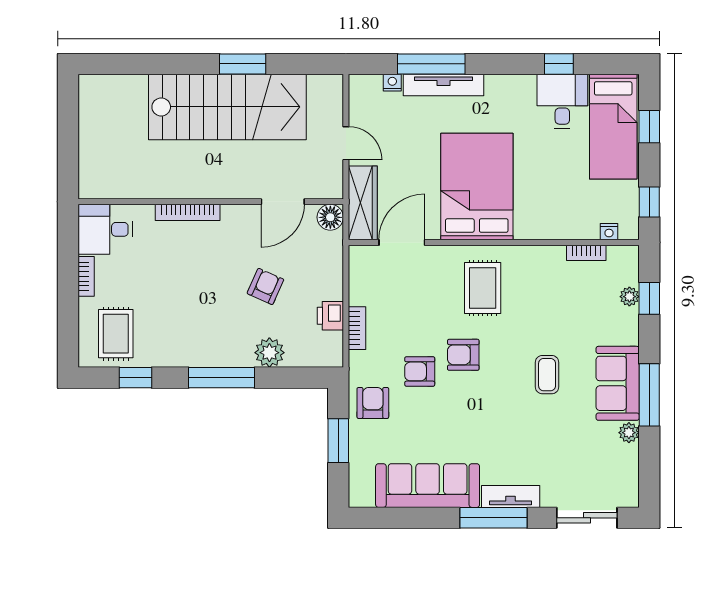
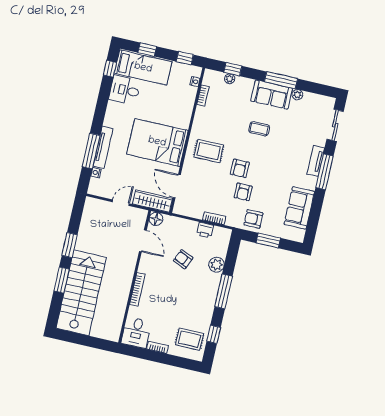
window: (173, 64) -> (62, 280), added
window: (559, 64) -> (110, 69), moved
stairs: (227, 107) -> (81, 293), moved
sofa: (428, 486) -> (299, 208), width x0.73

